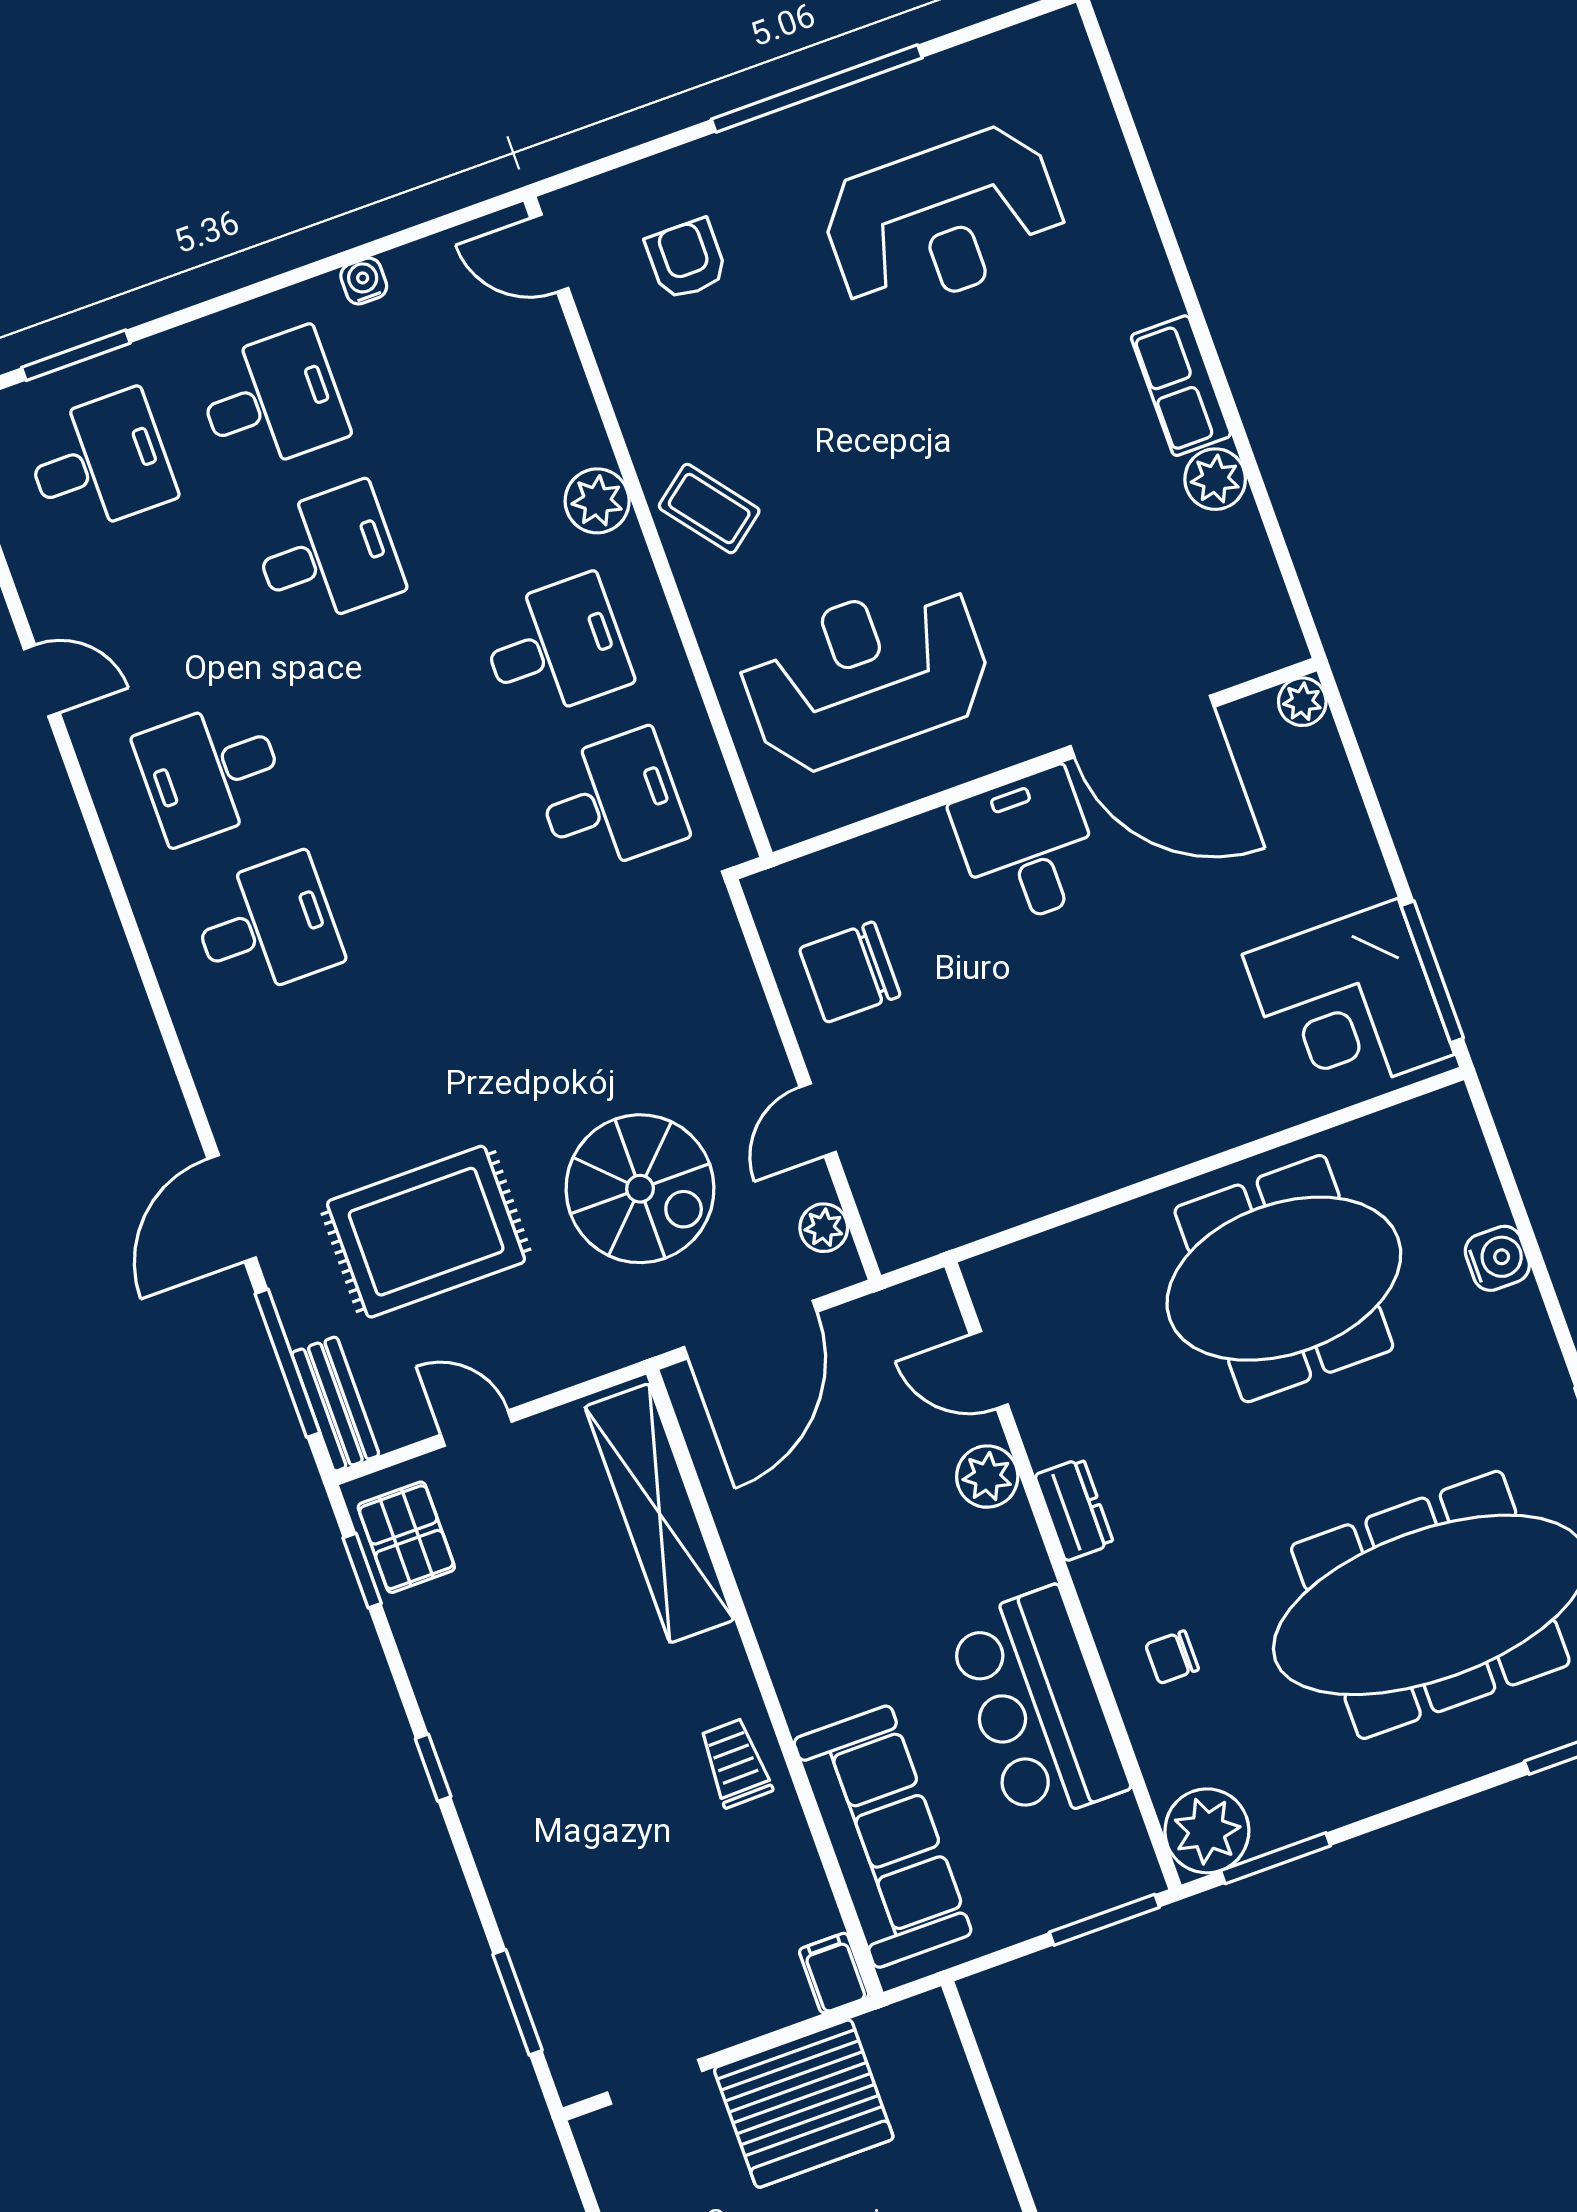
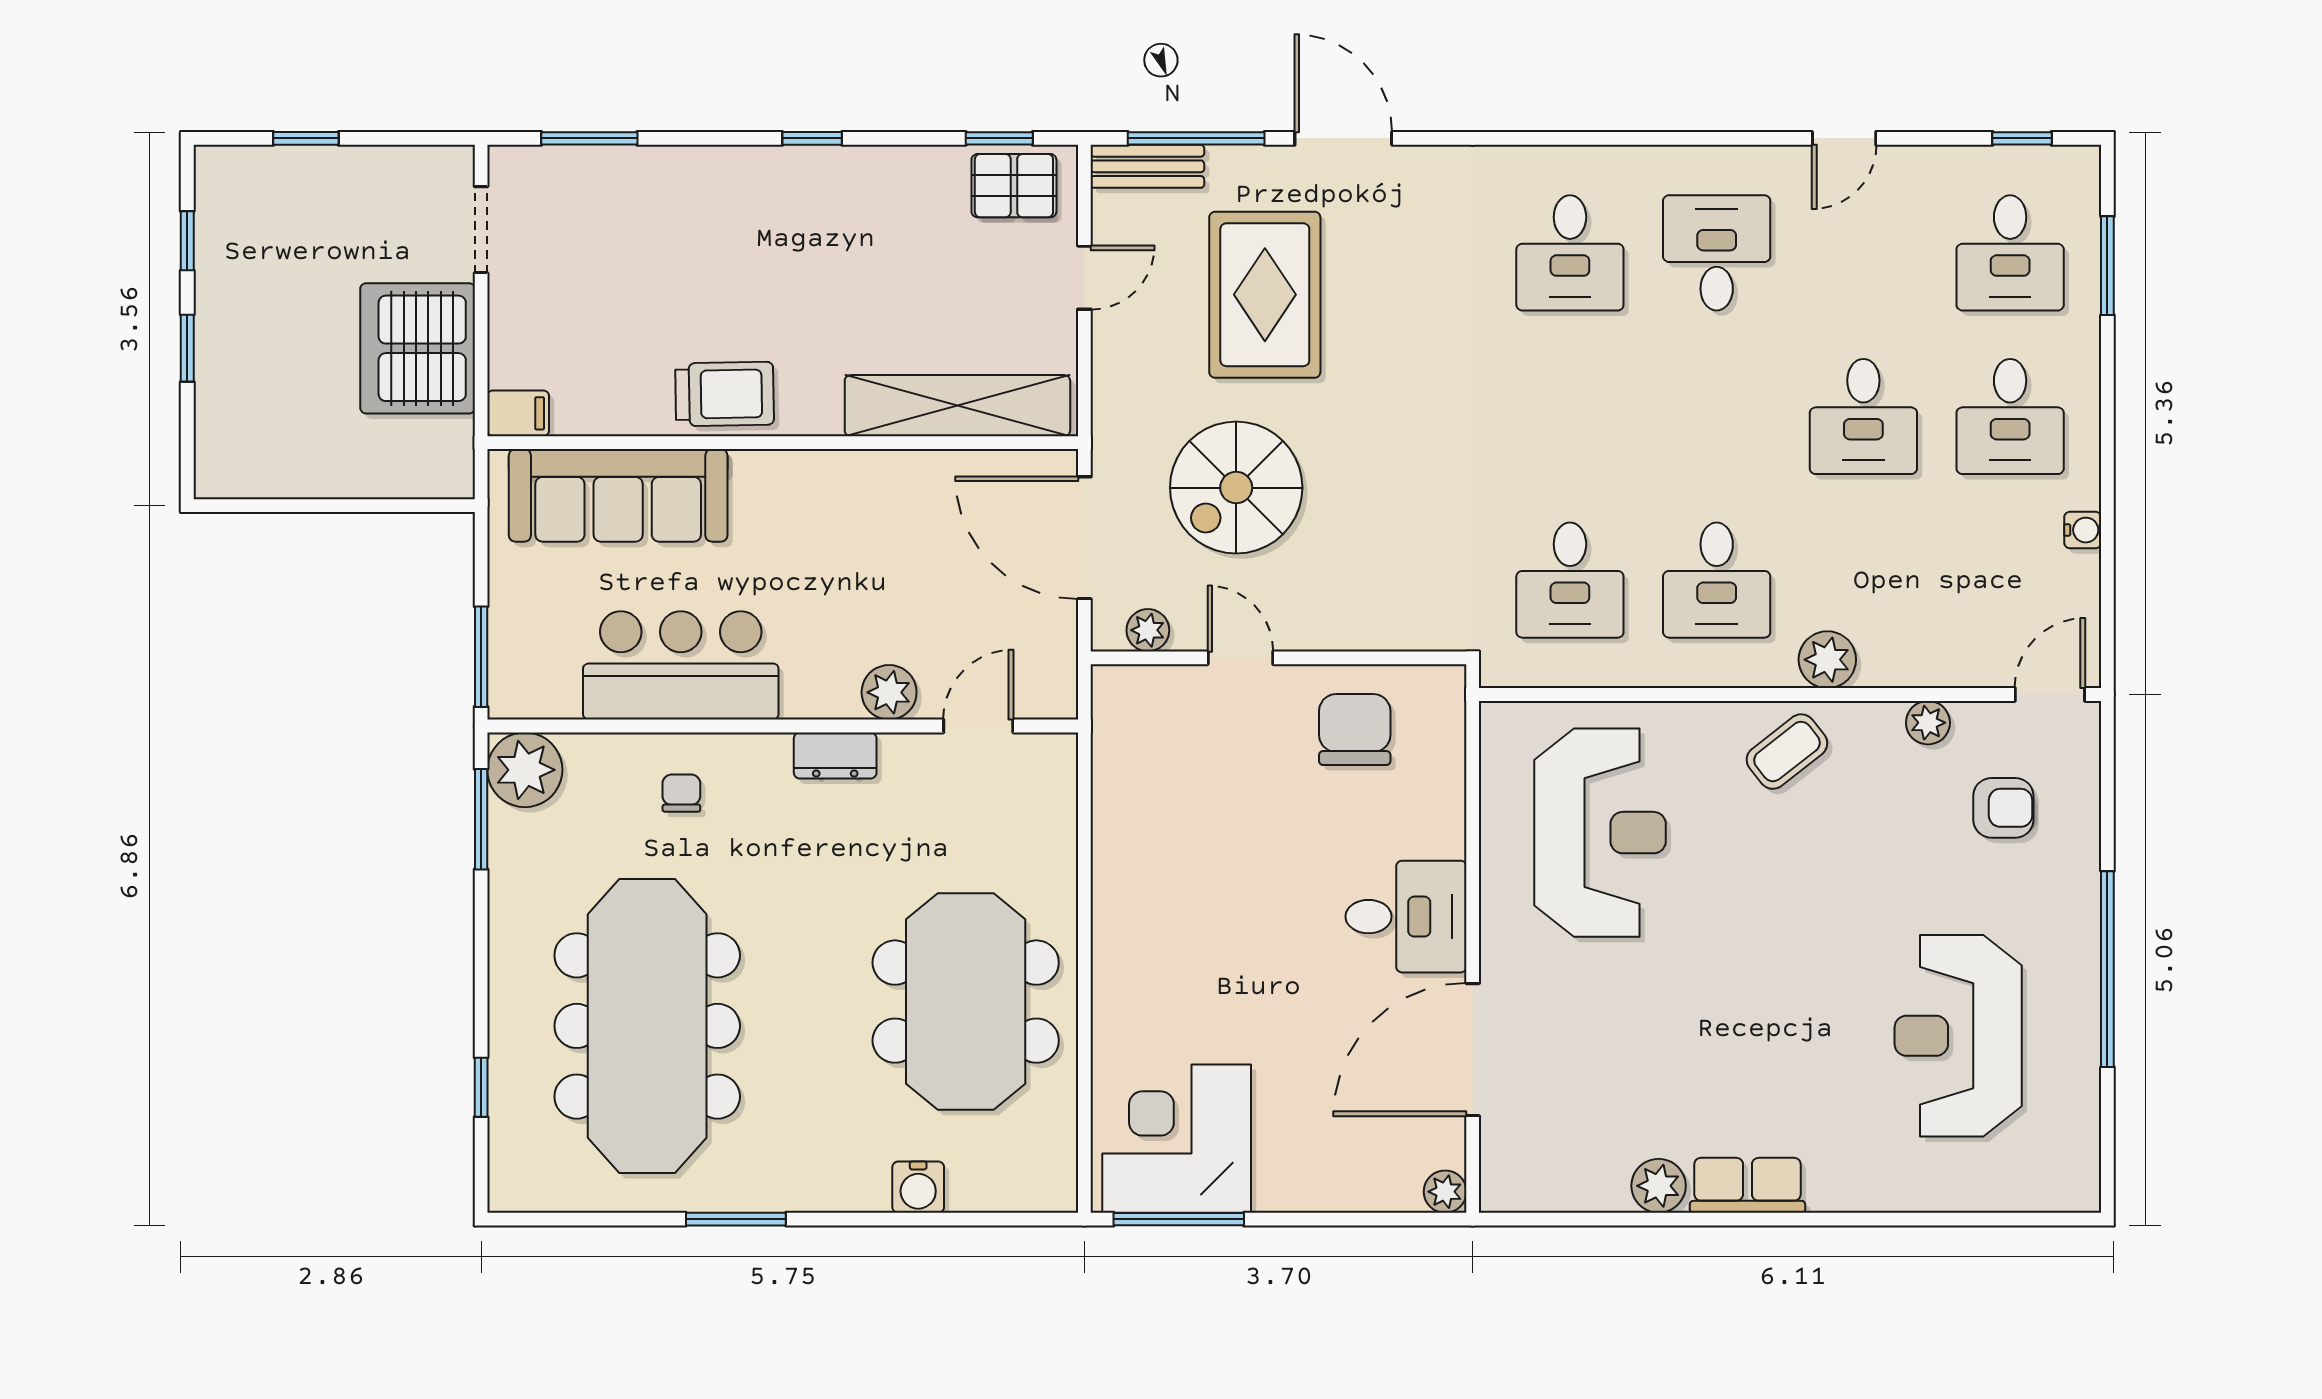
plant: (625, 371) -> (1928, 723), added
trolley: (735, 1763) -> (725, 394), width x1.36, depth x1.39

